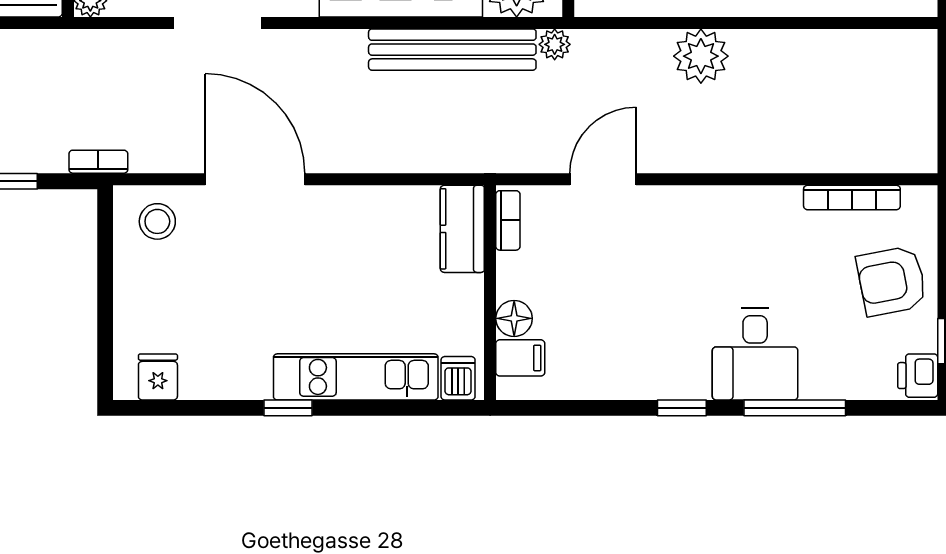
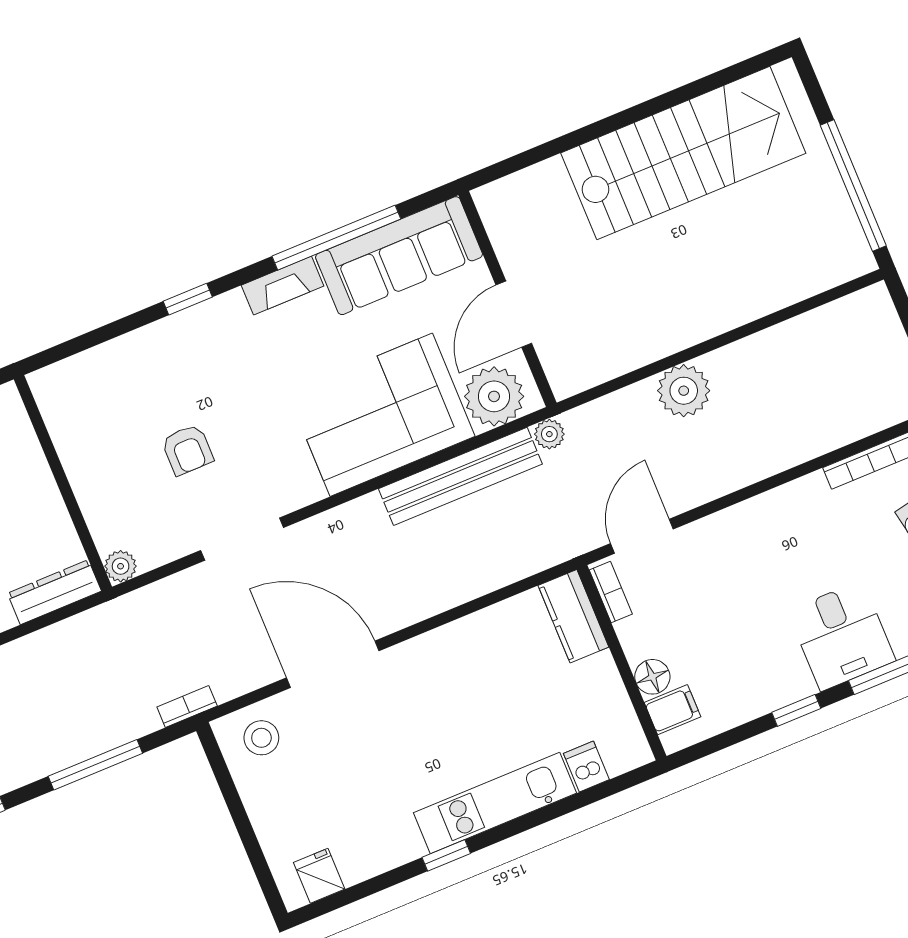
bookcase: (508, 220) -> (611, 592), moved
kitchen counter: (462, 229) -> (573, 616), moved
wall: (490, 293) -> (622, 663), moved
floor lamp: (514, 318) -> (652, 677), moved
filing cabinet: (520, 358) -> (672, 710), moved

